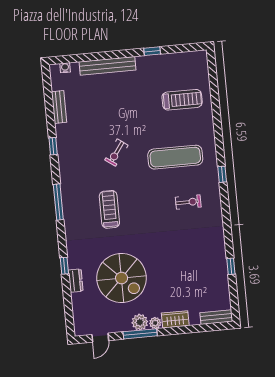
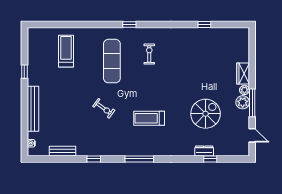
window: (64, 266) -> (210, 159), moved
spiral stairs: (122, 278) -> (206, 114), width x0.73, depth x0.73
bench: (216, 317) -> (244, 40), removed

